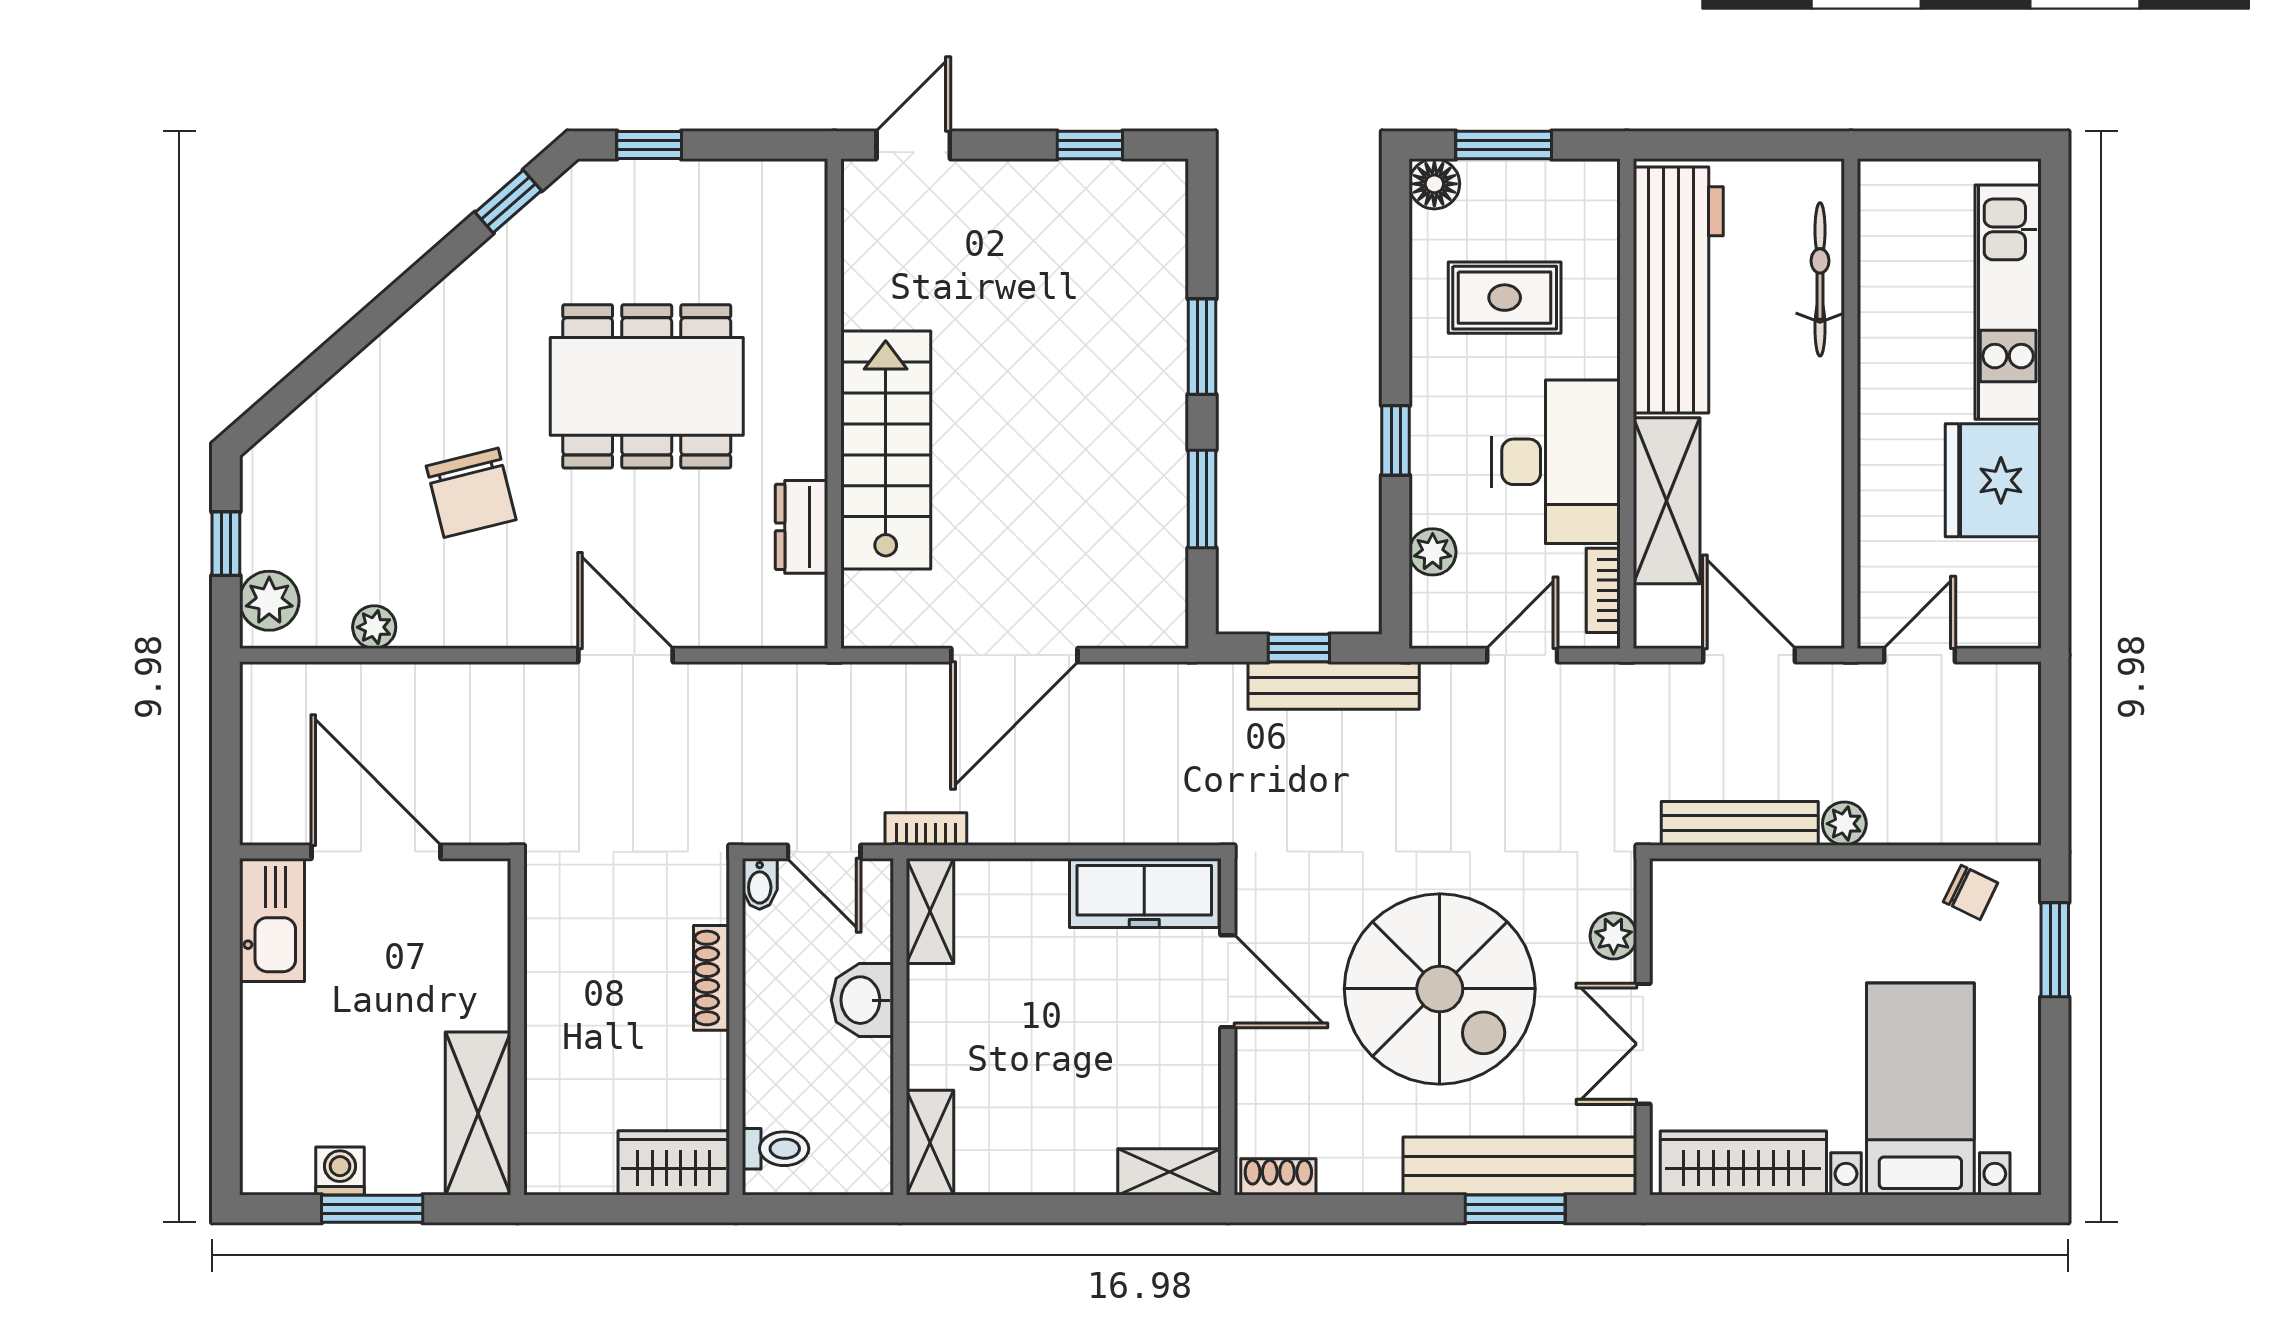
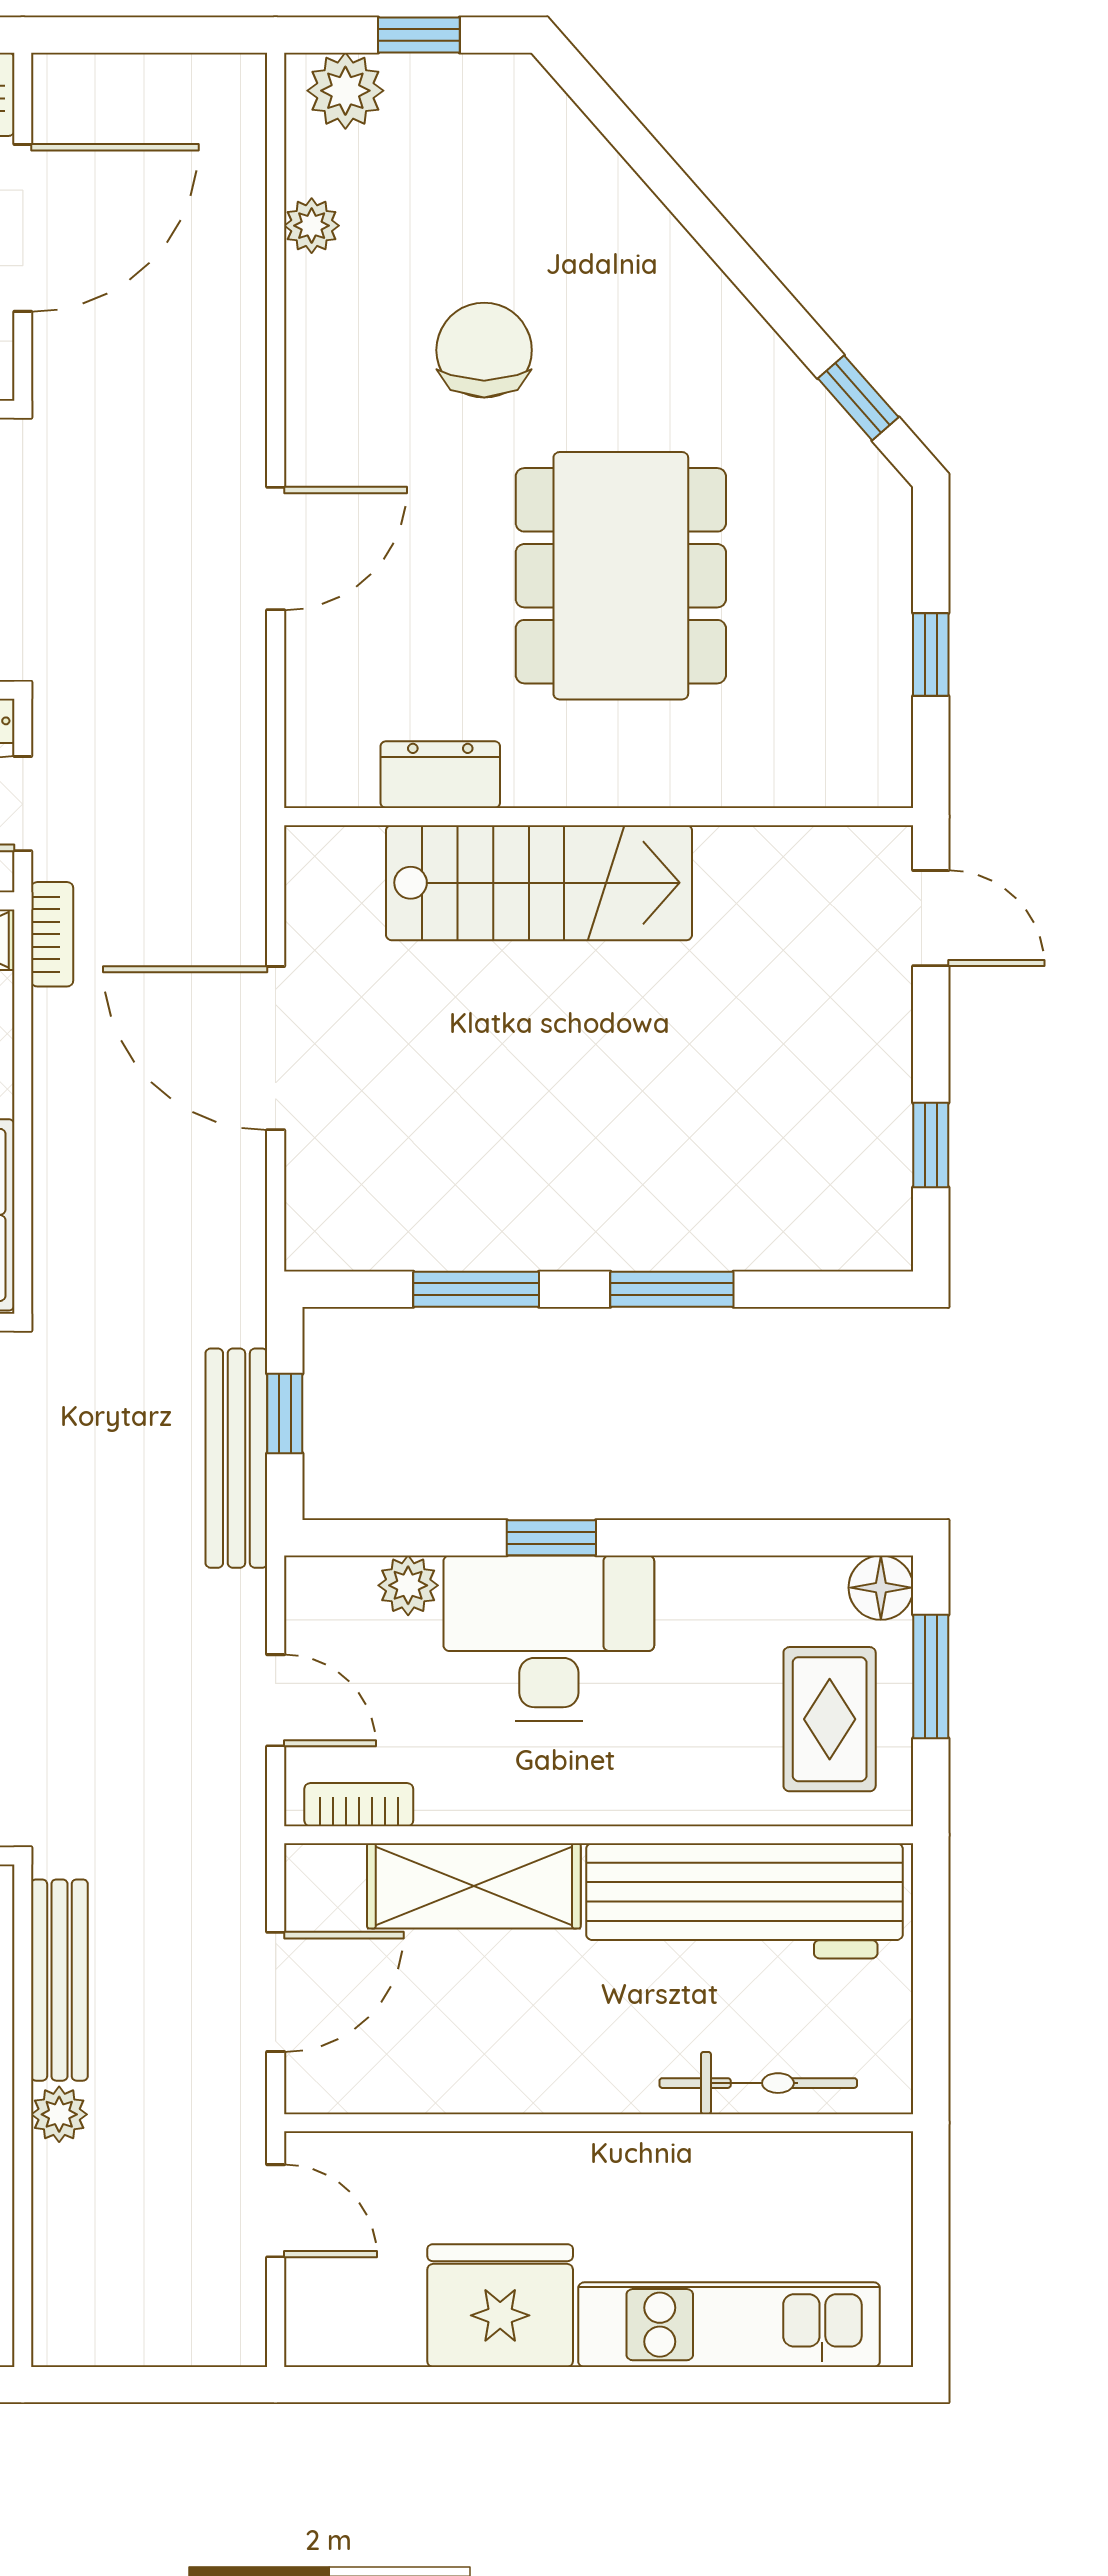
window: (649, 145) -> (931, 655), moved
rug: (1505, 298) -> (830, 1719), moved
desk: (1556, 462) -> (549, 1638), moved, turned 180
chair: (471, 493) -> (484, 350), turned 104

